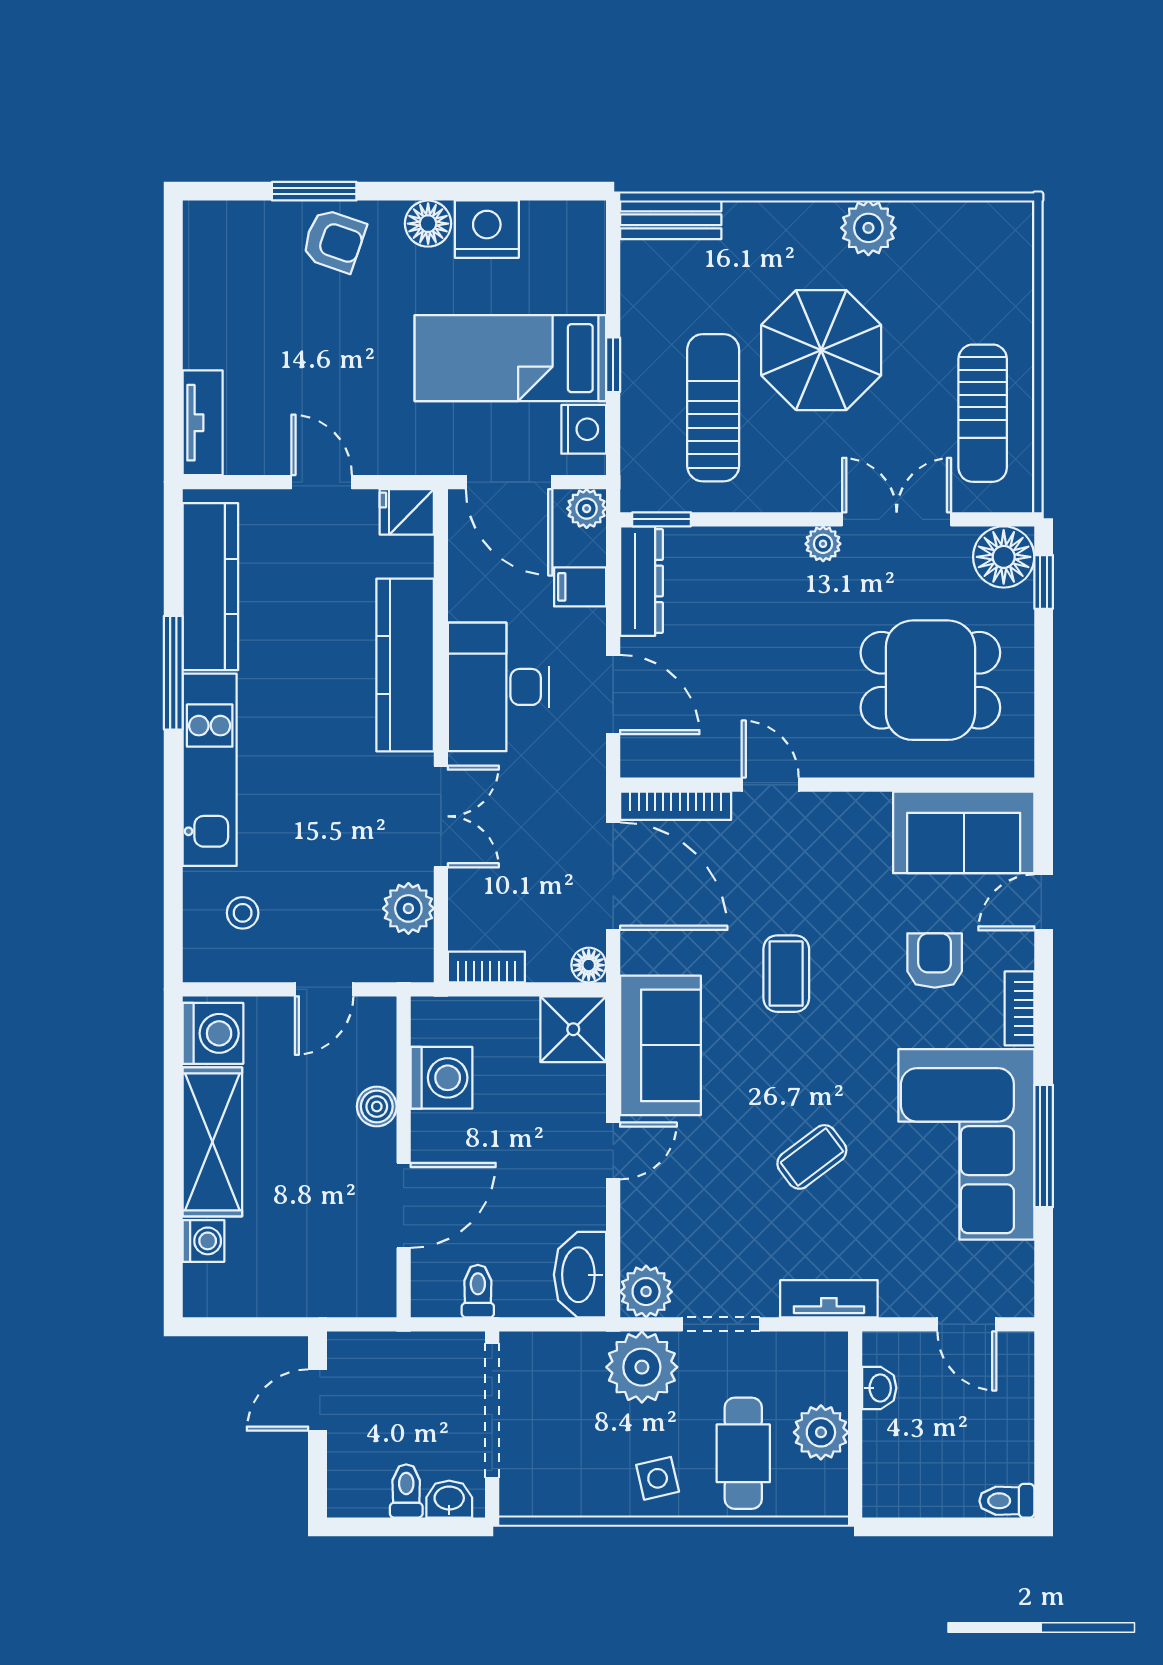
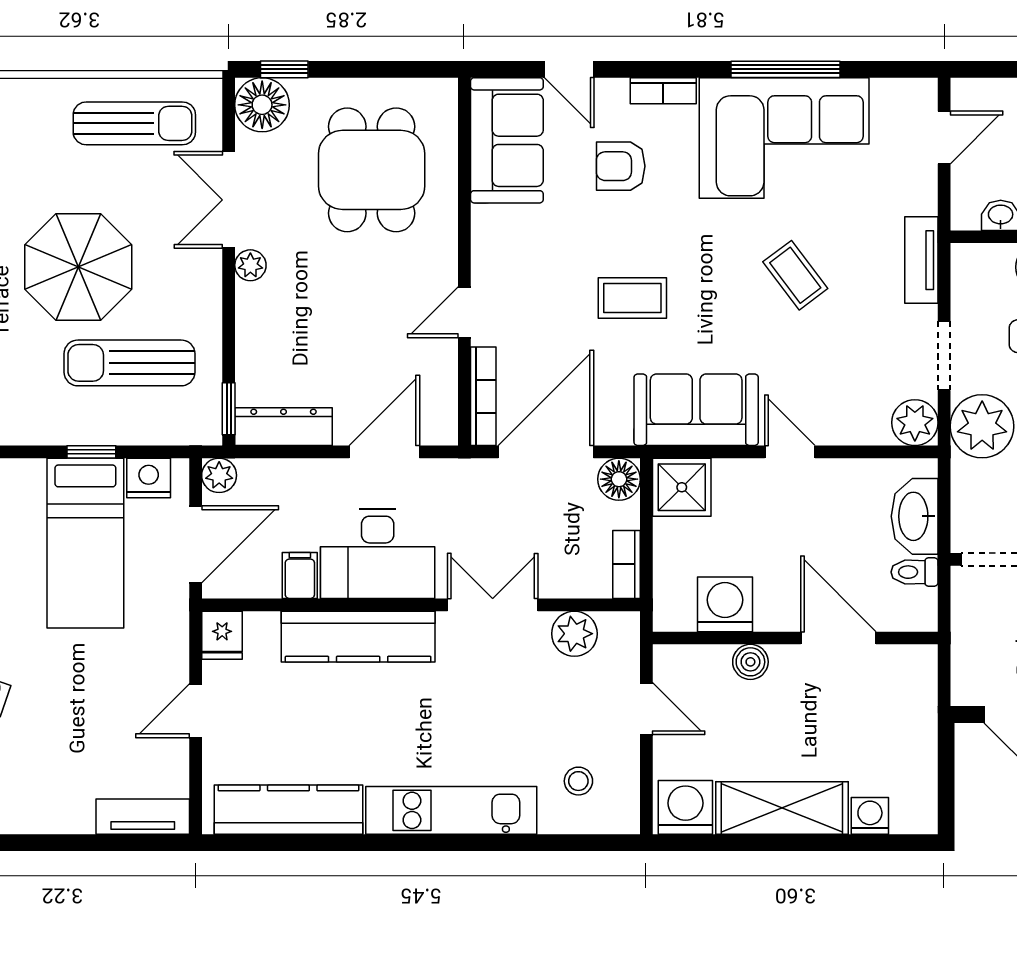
filing cabinet: (580, 587) -> (300, 576), moved, turned 180
window: (173, 673) -> (365, 843), removed
floor lamp: (589, 965) -> (619, 479), width x1.37, depth x1.37
washbasin: (580, 1275) -> (915, 516), moved, turned 90

